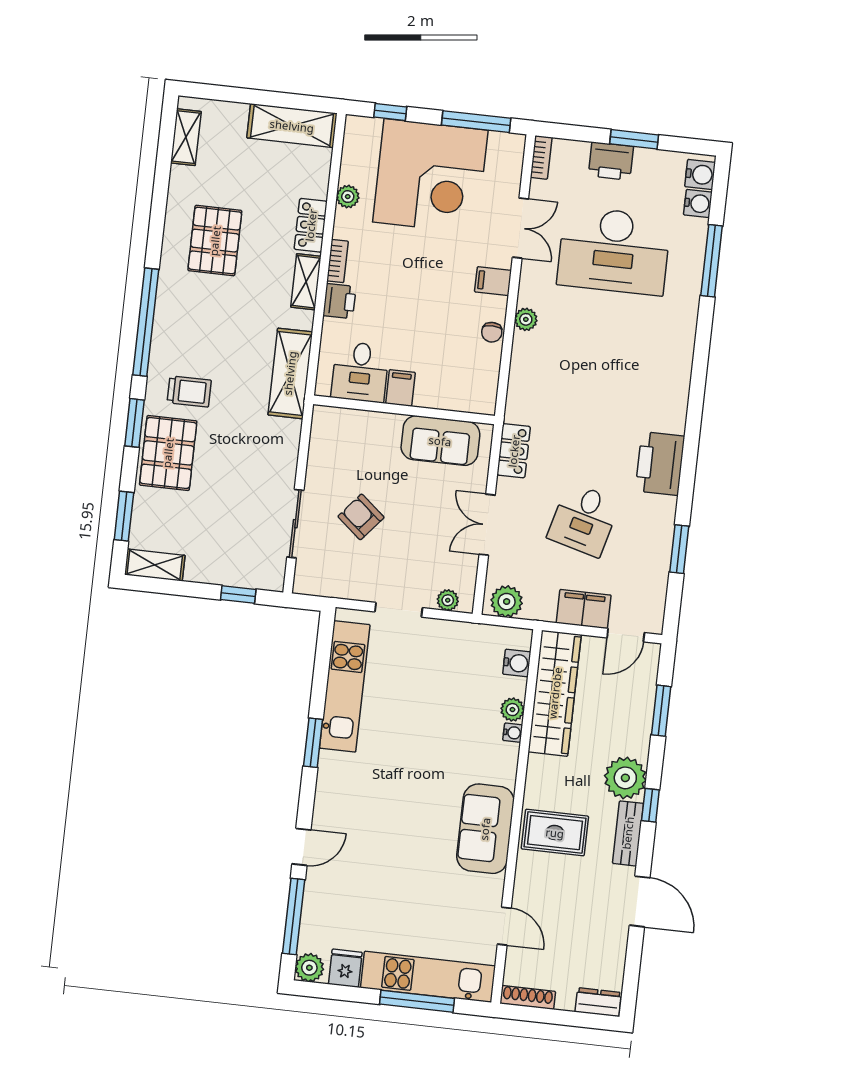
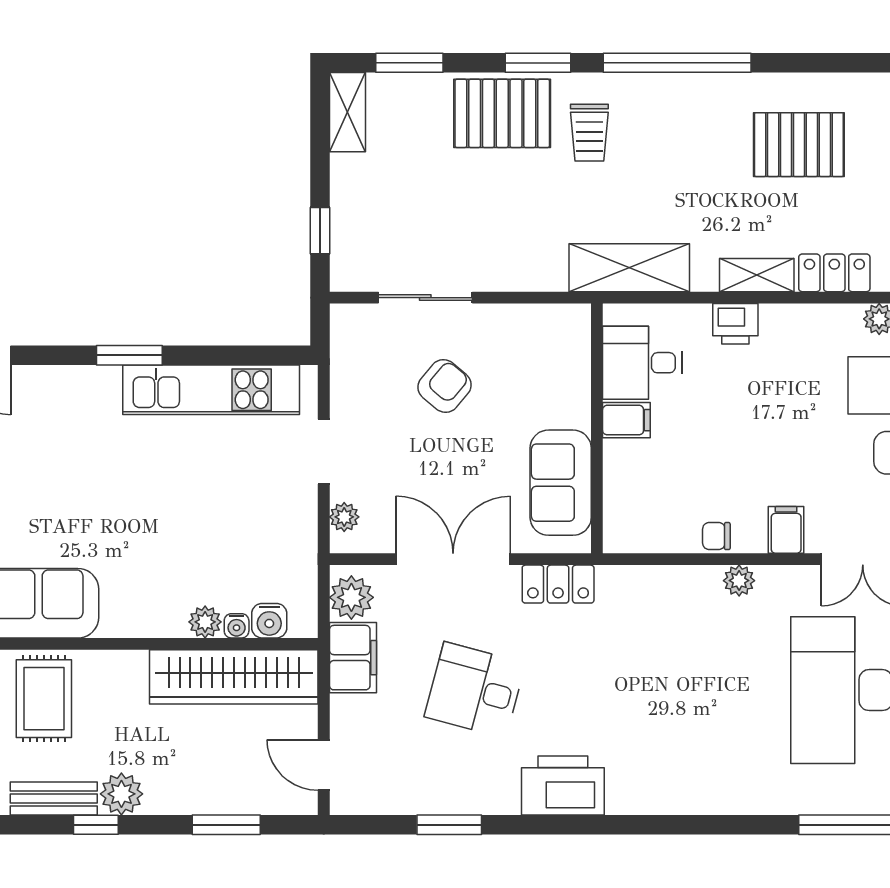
bookcase: (337, 261) -> (790, 315), removed
double door: (487, 525) -> (453, 559), width x1.37
filing cabinet: (584, 609) -> (353, 658), moved
water cooler: (513, 733) -> (237, 626), moved
plant: (625, 778) -> (121, 794), width x0.73, depth x0.73

